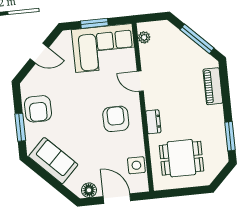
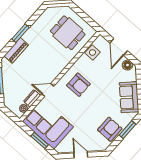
door: (140, 81) -> (48, 90), swing flipped
armchair: (116, 119) -> (78, 85), turned -90
dresser: (153, 122) -> (32, 98), moved
window: (230, 136) -> (21, 33), moved

